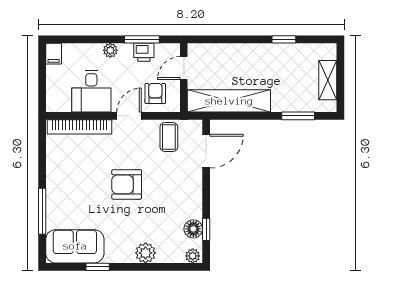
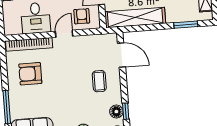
coffee table: (169, 137) -> (99, 81), moved
door: (206, 151) -> (121, 55), hinge flipped
armchair: (127, 184) -> (30, 74), moved

